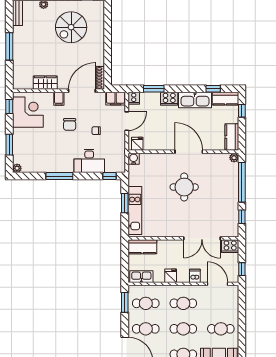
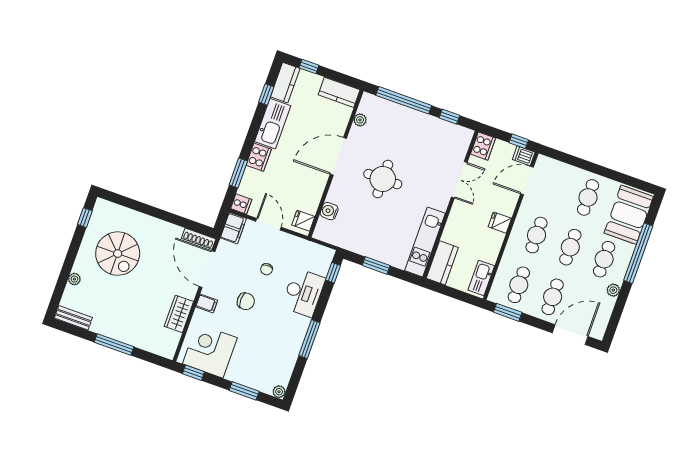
plant: (234, 158) -> (360, 120), moved
water cooler: (134, 159) -> (329, 211), moved
kitchen unit: (135, 211) -> (425, 242), moved, turned -90
double door: (202, 238) -> (459, 180), width x0.73
fridge: (171, 276) -> (500, 223), moved
dishwasher: (195, 276) -> (524, 156), moved

